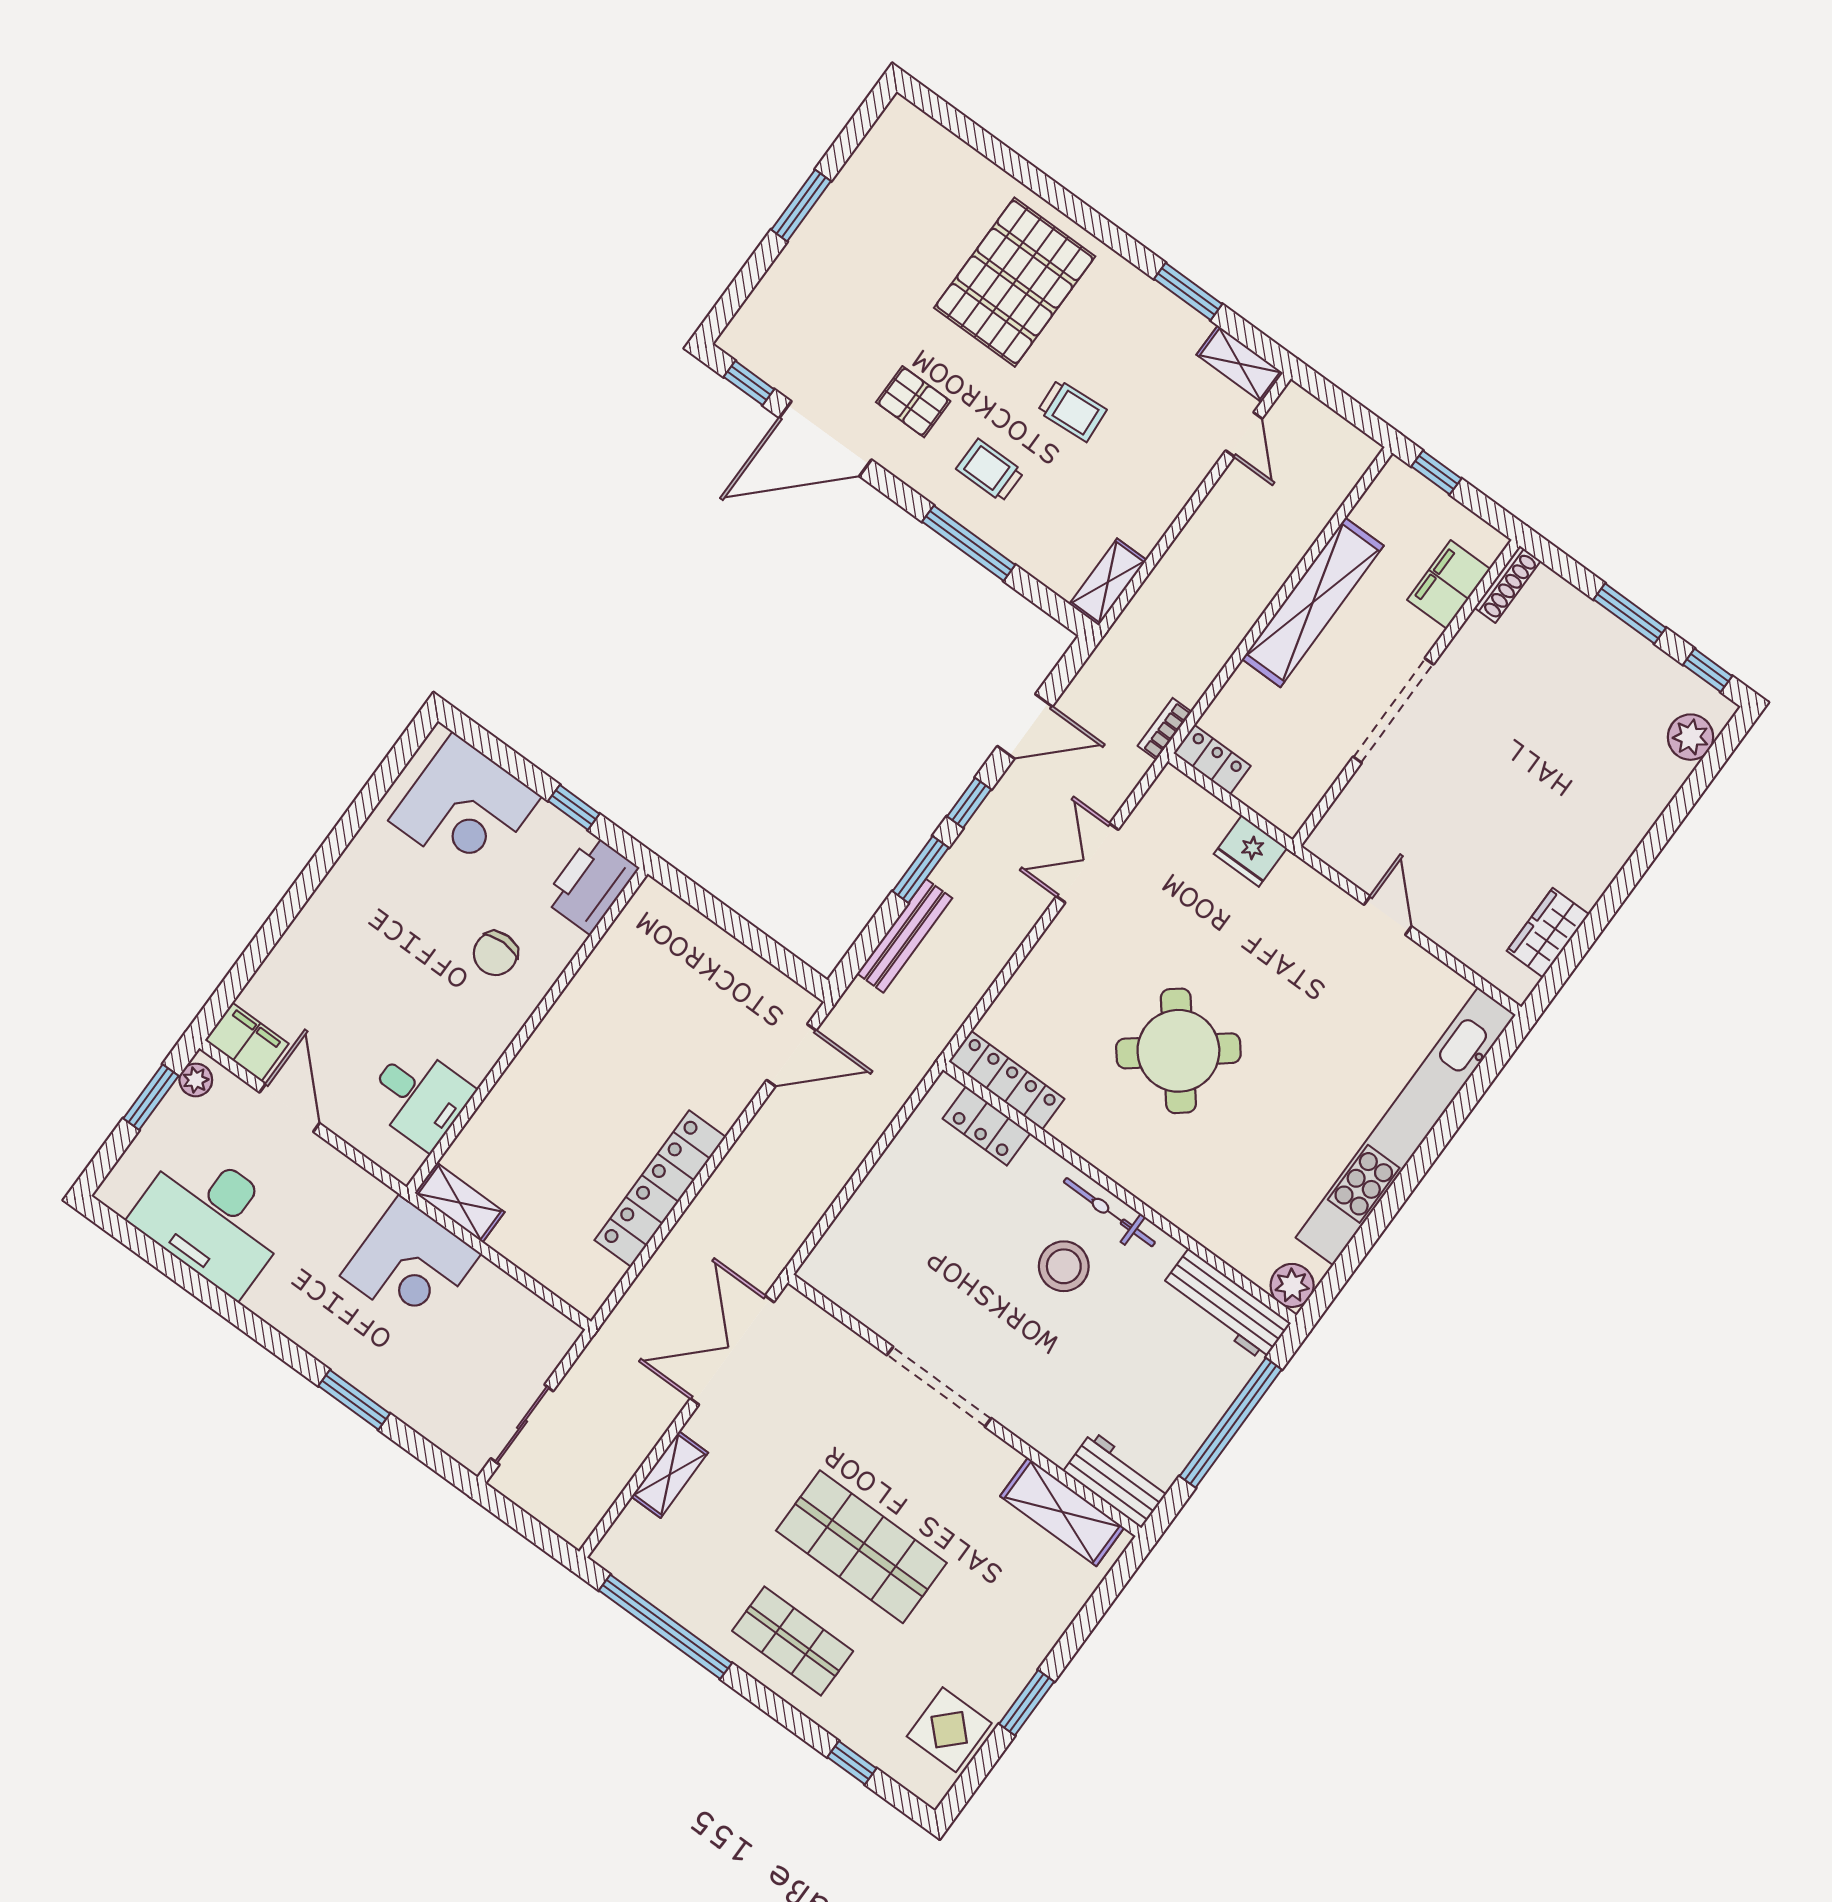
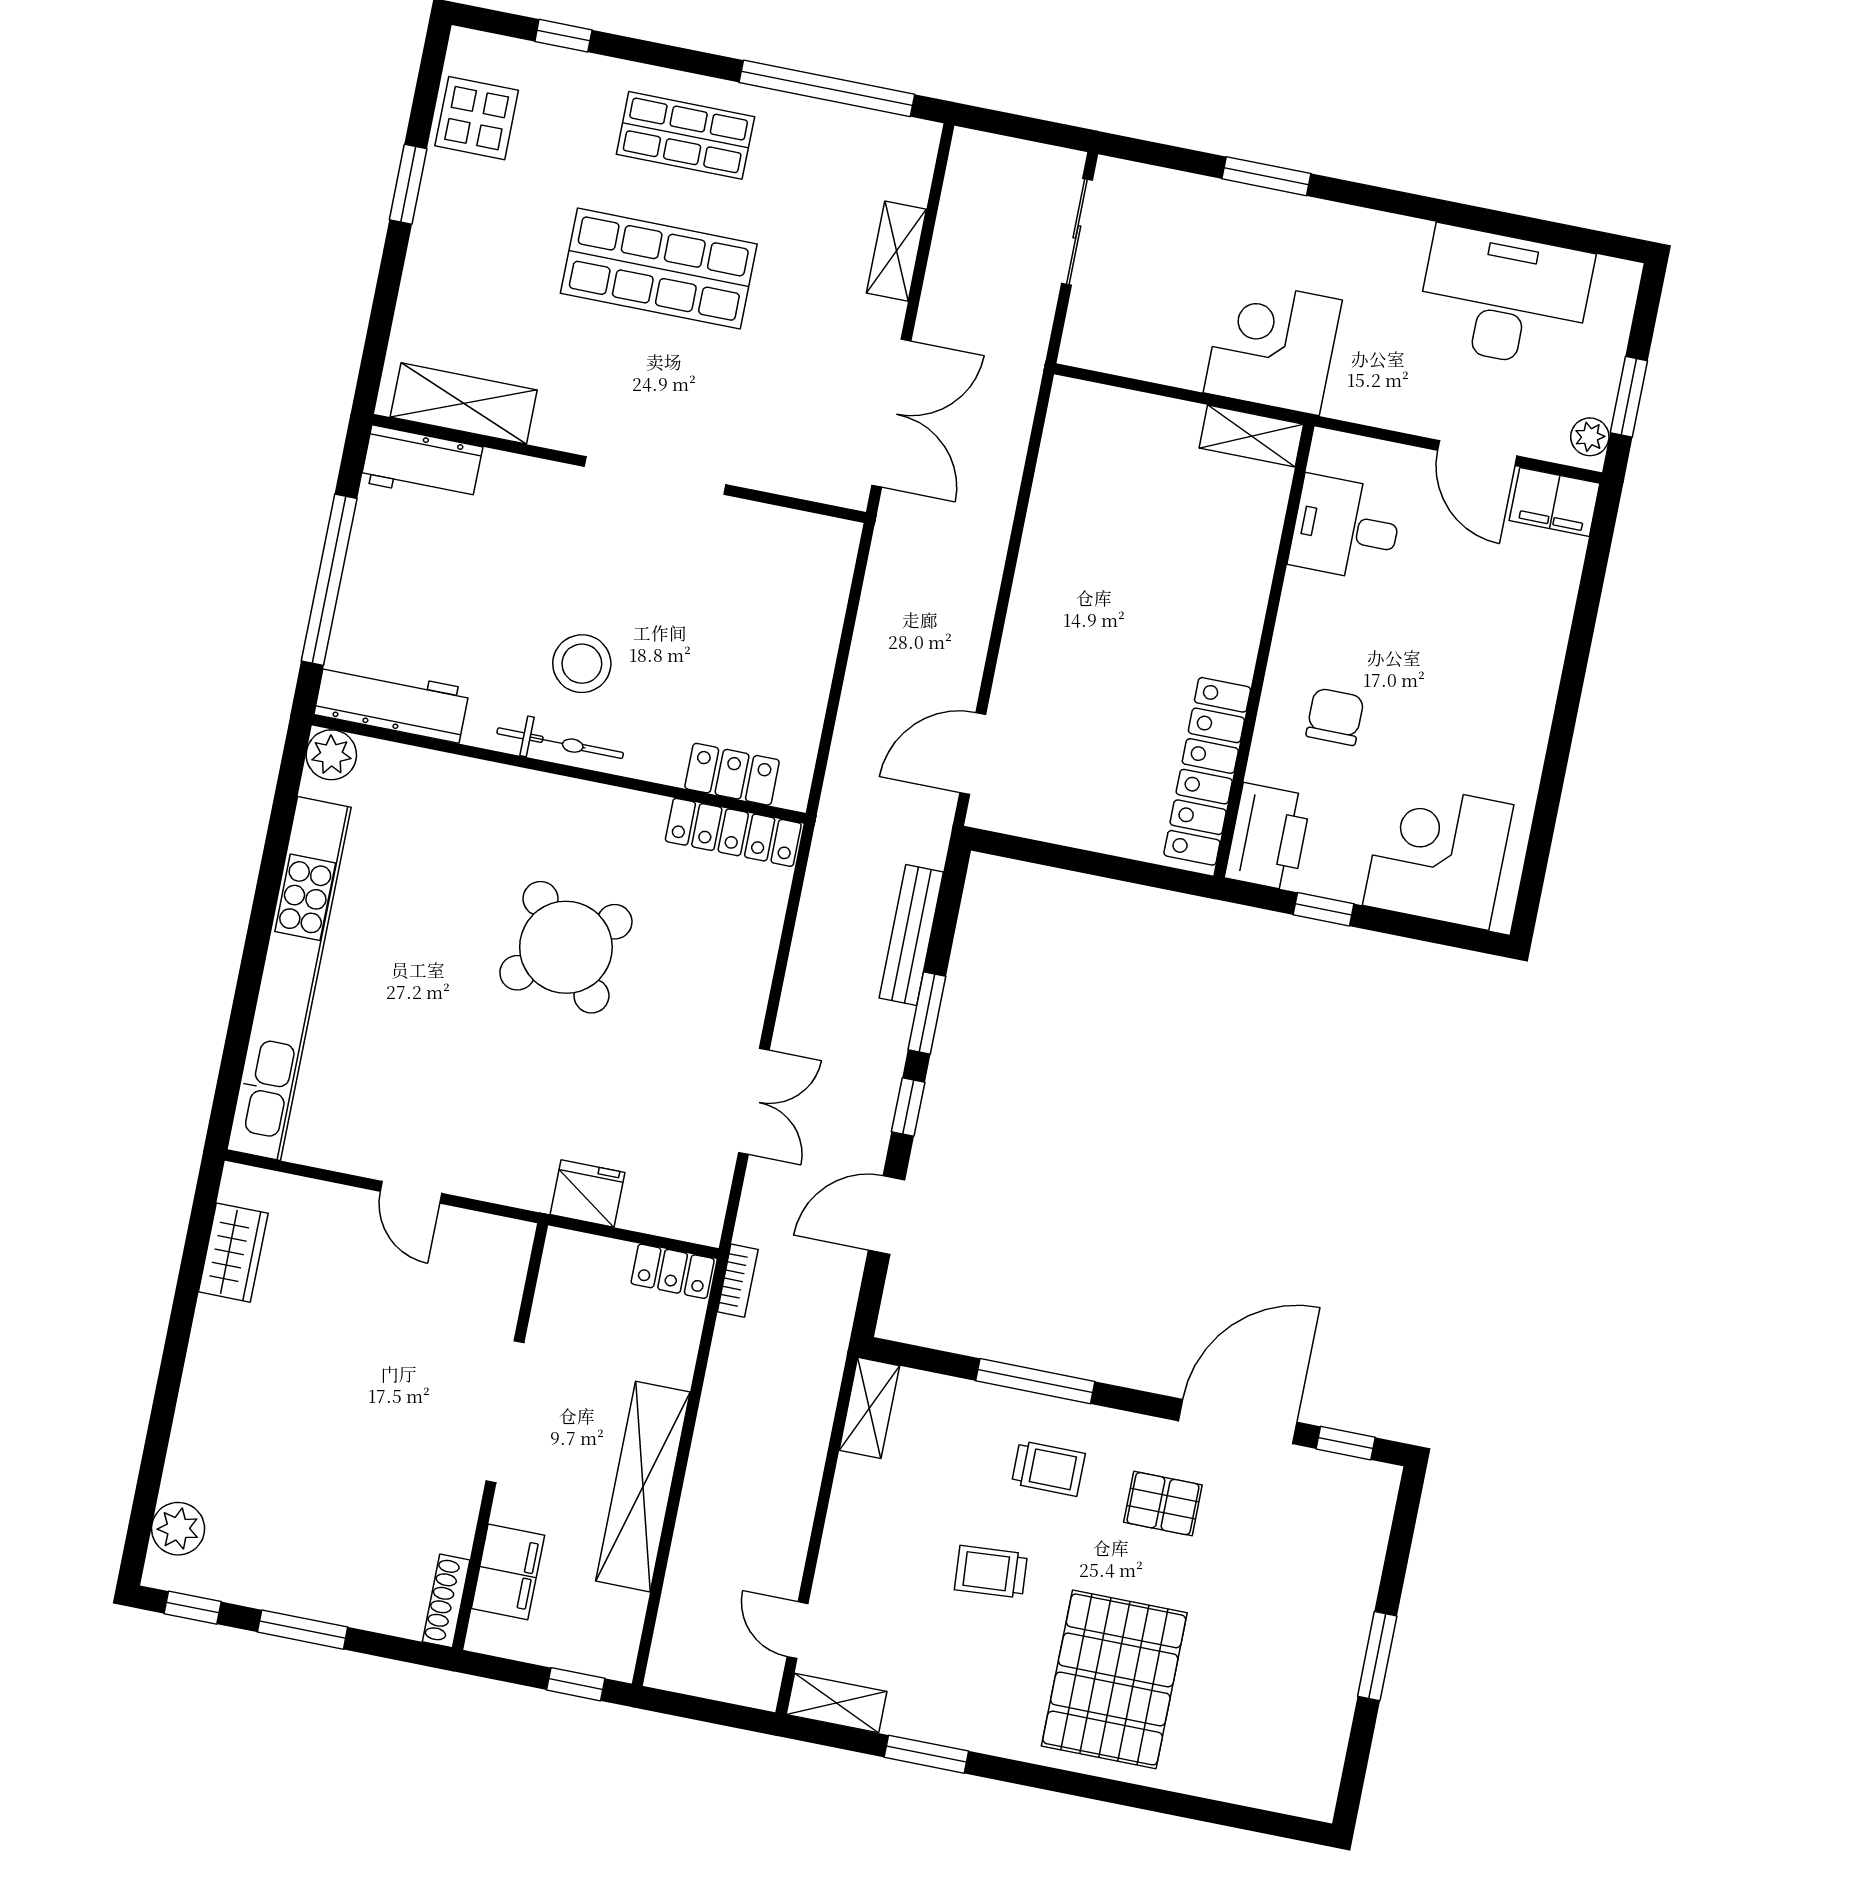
locker: (660, 1189) -> (1207, 771), moved, turned 180

